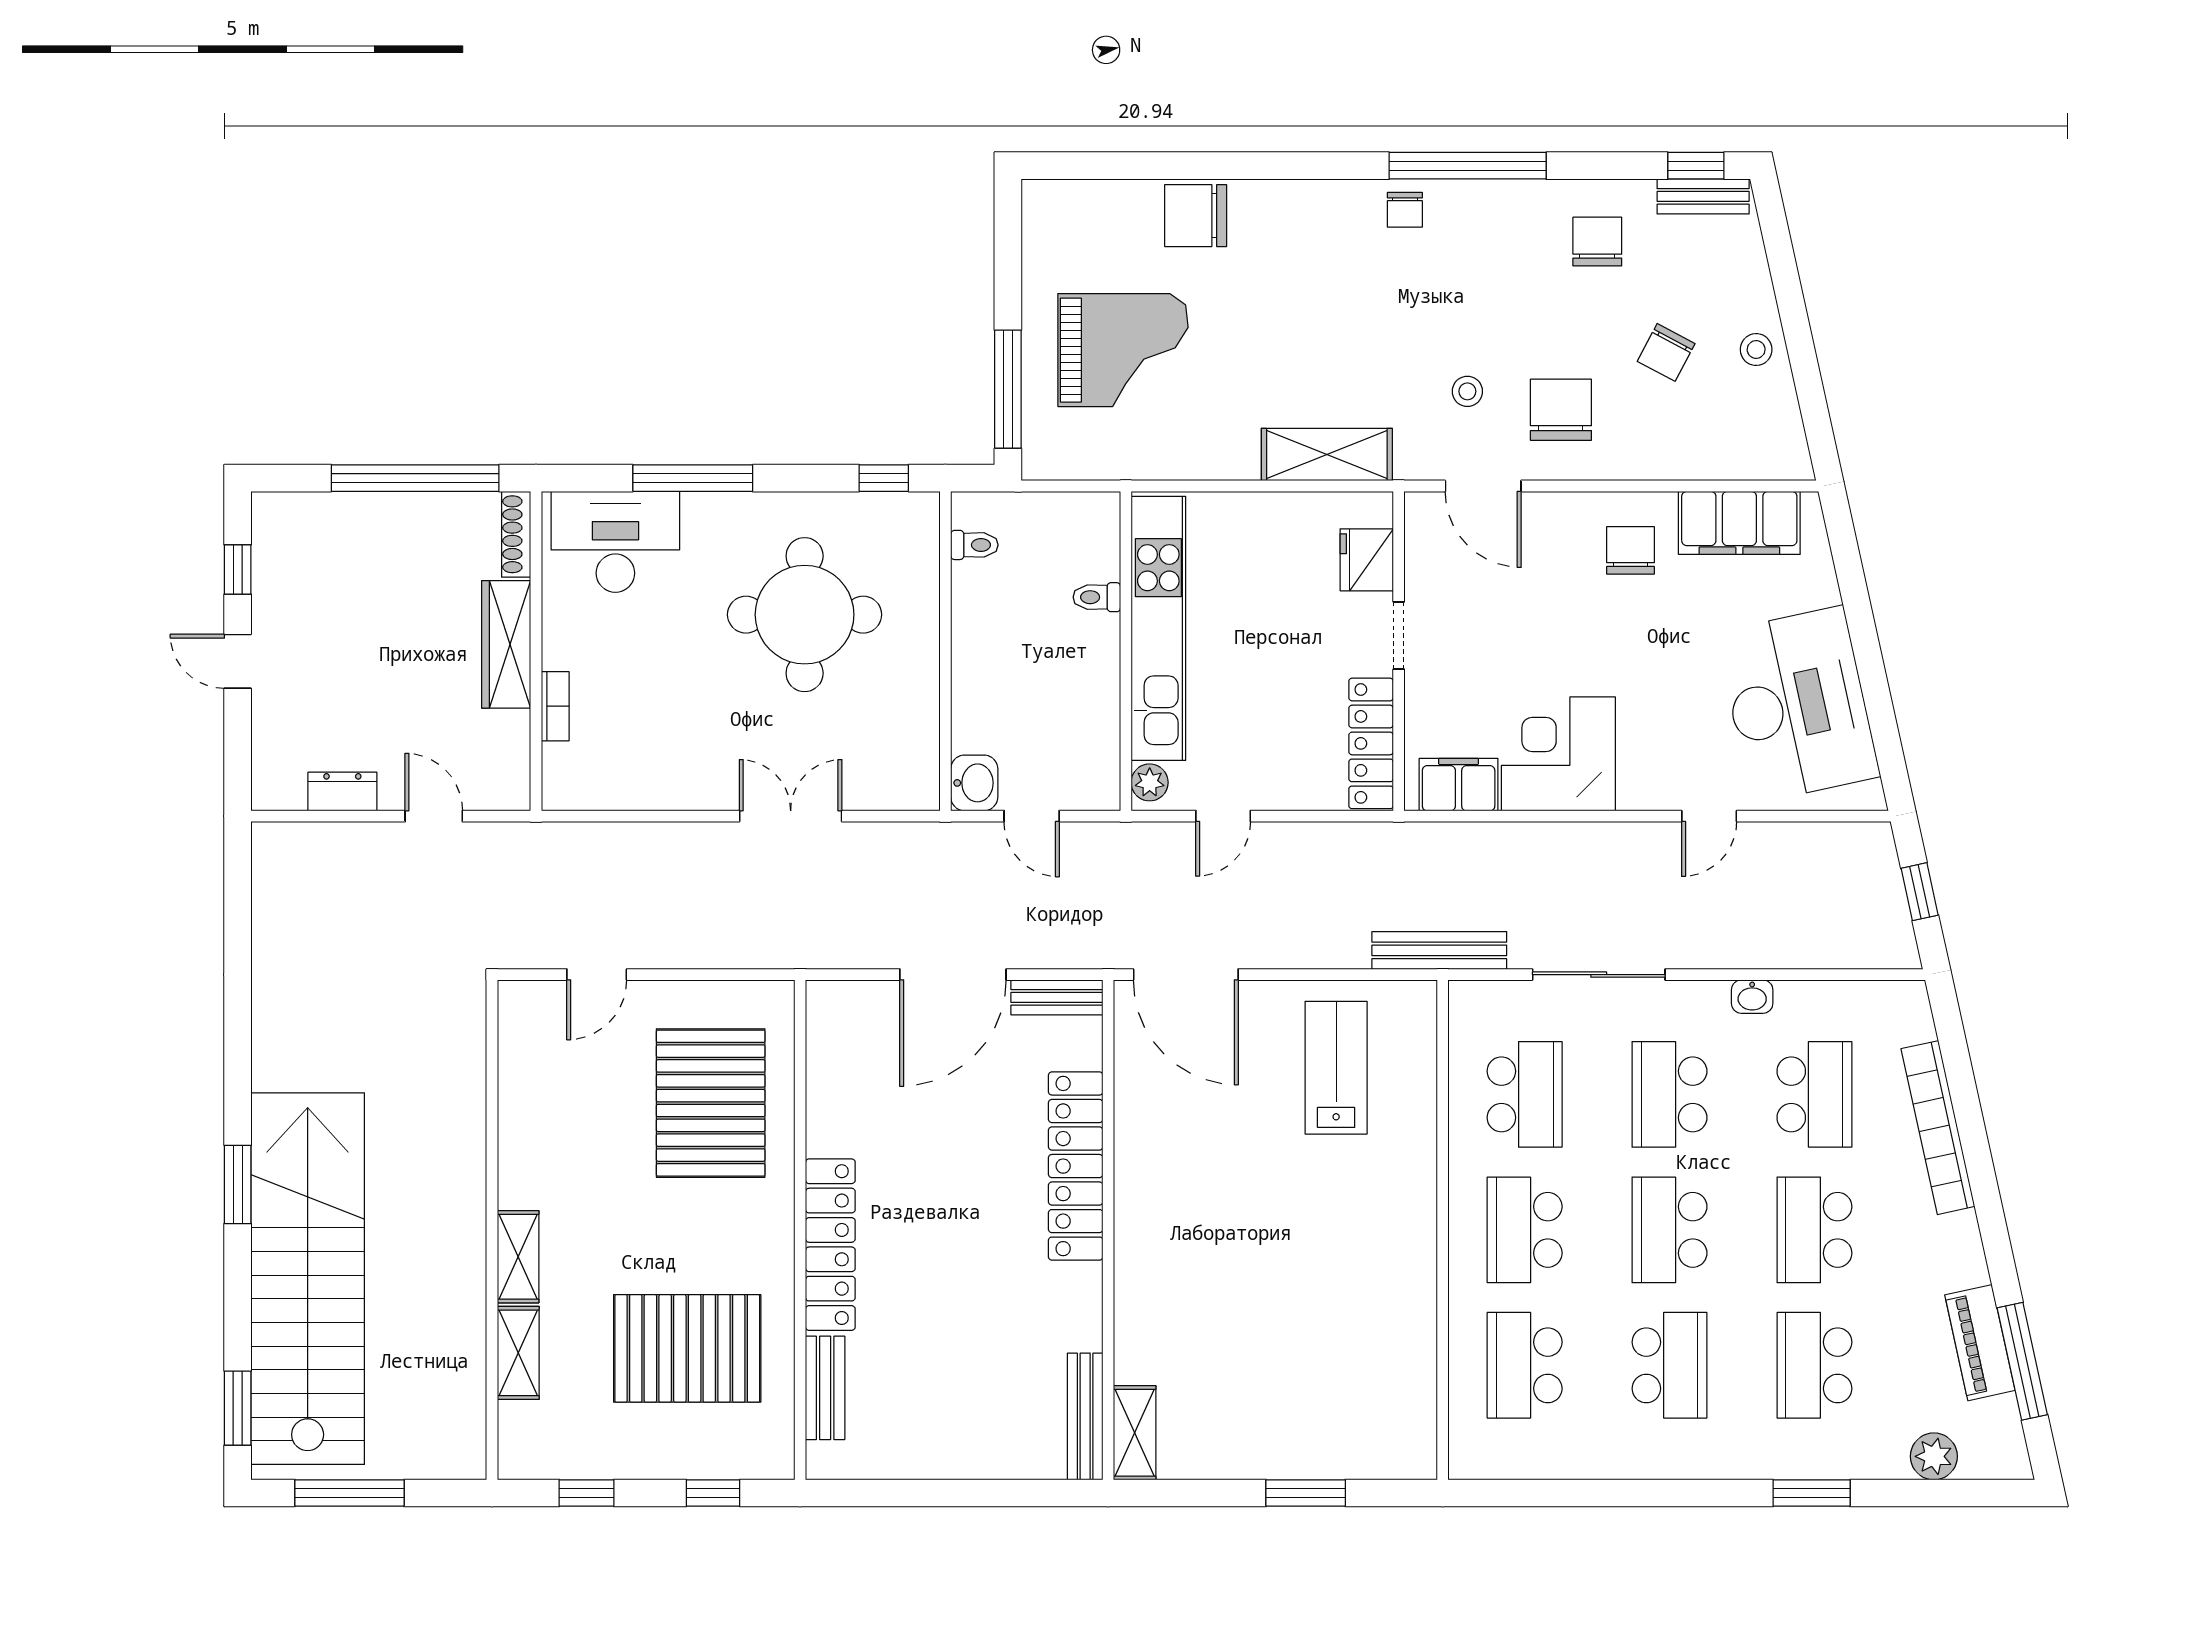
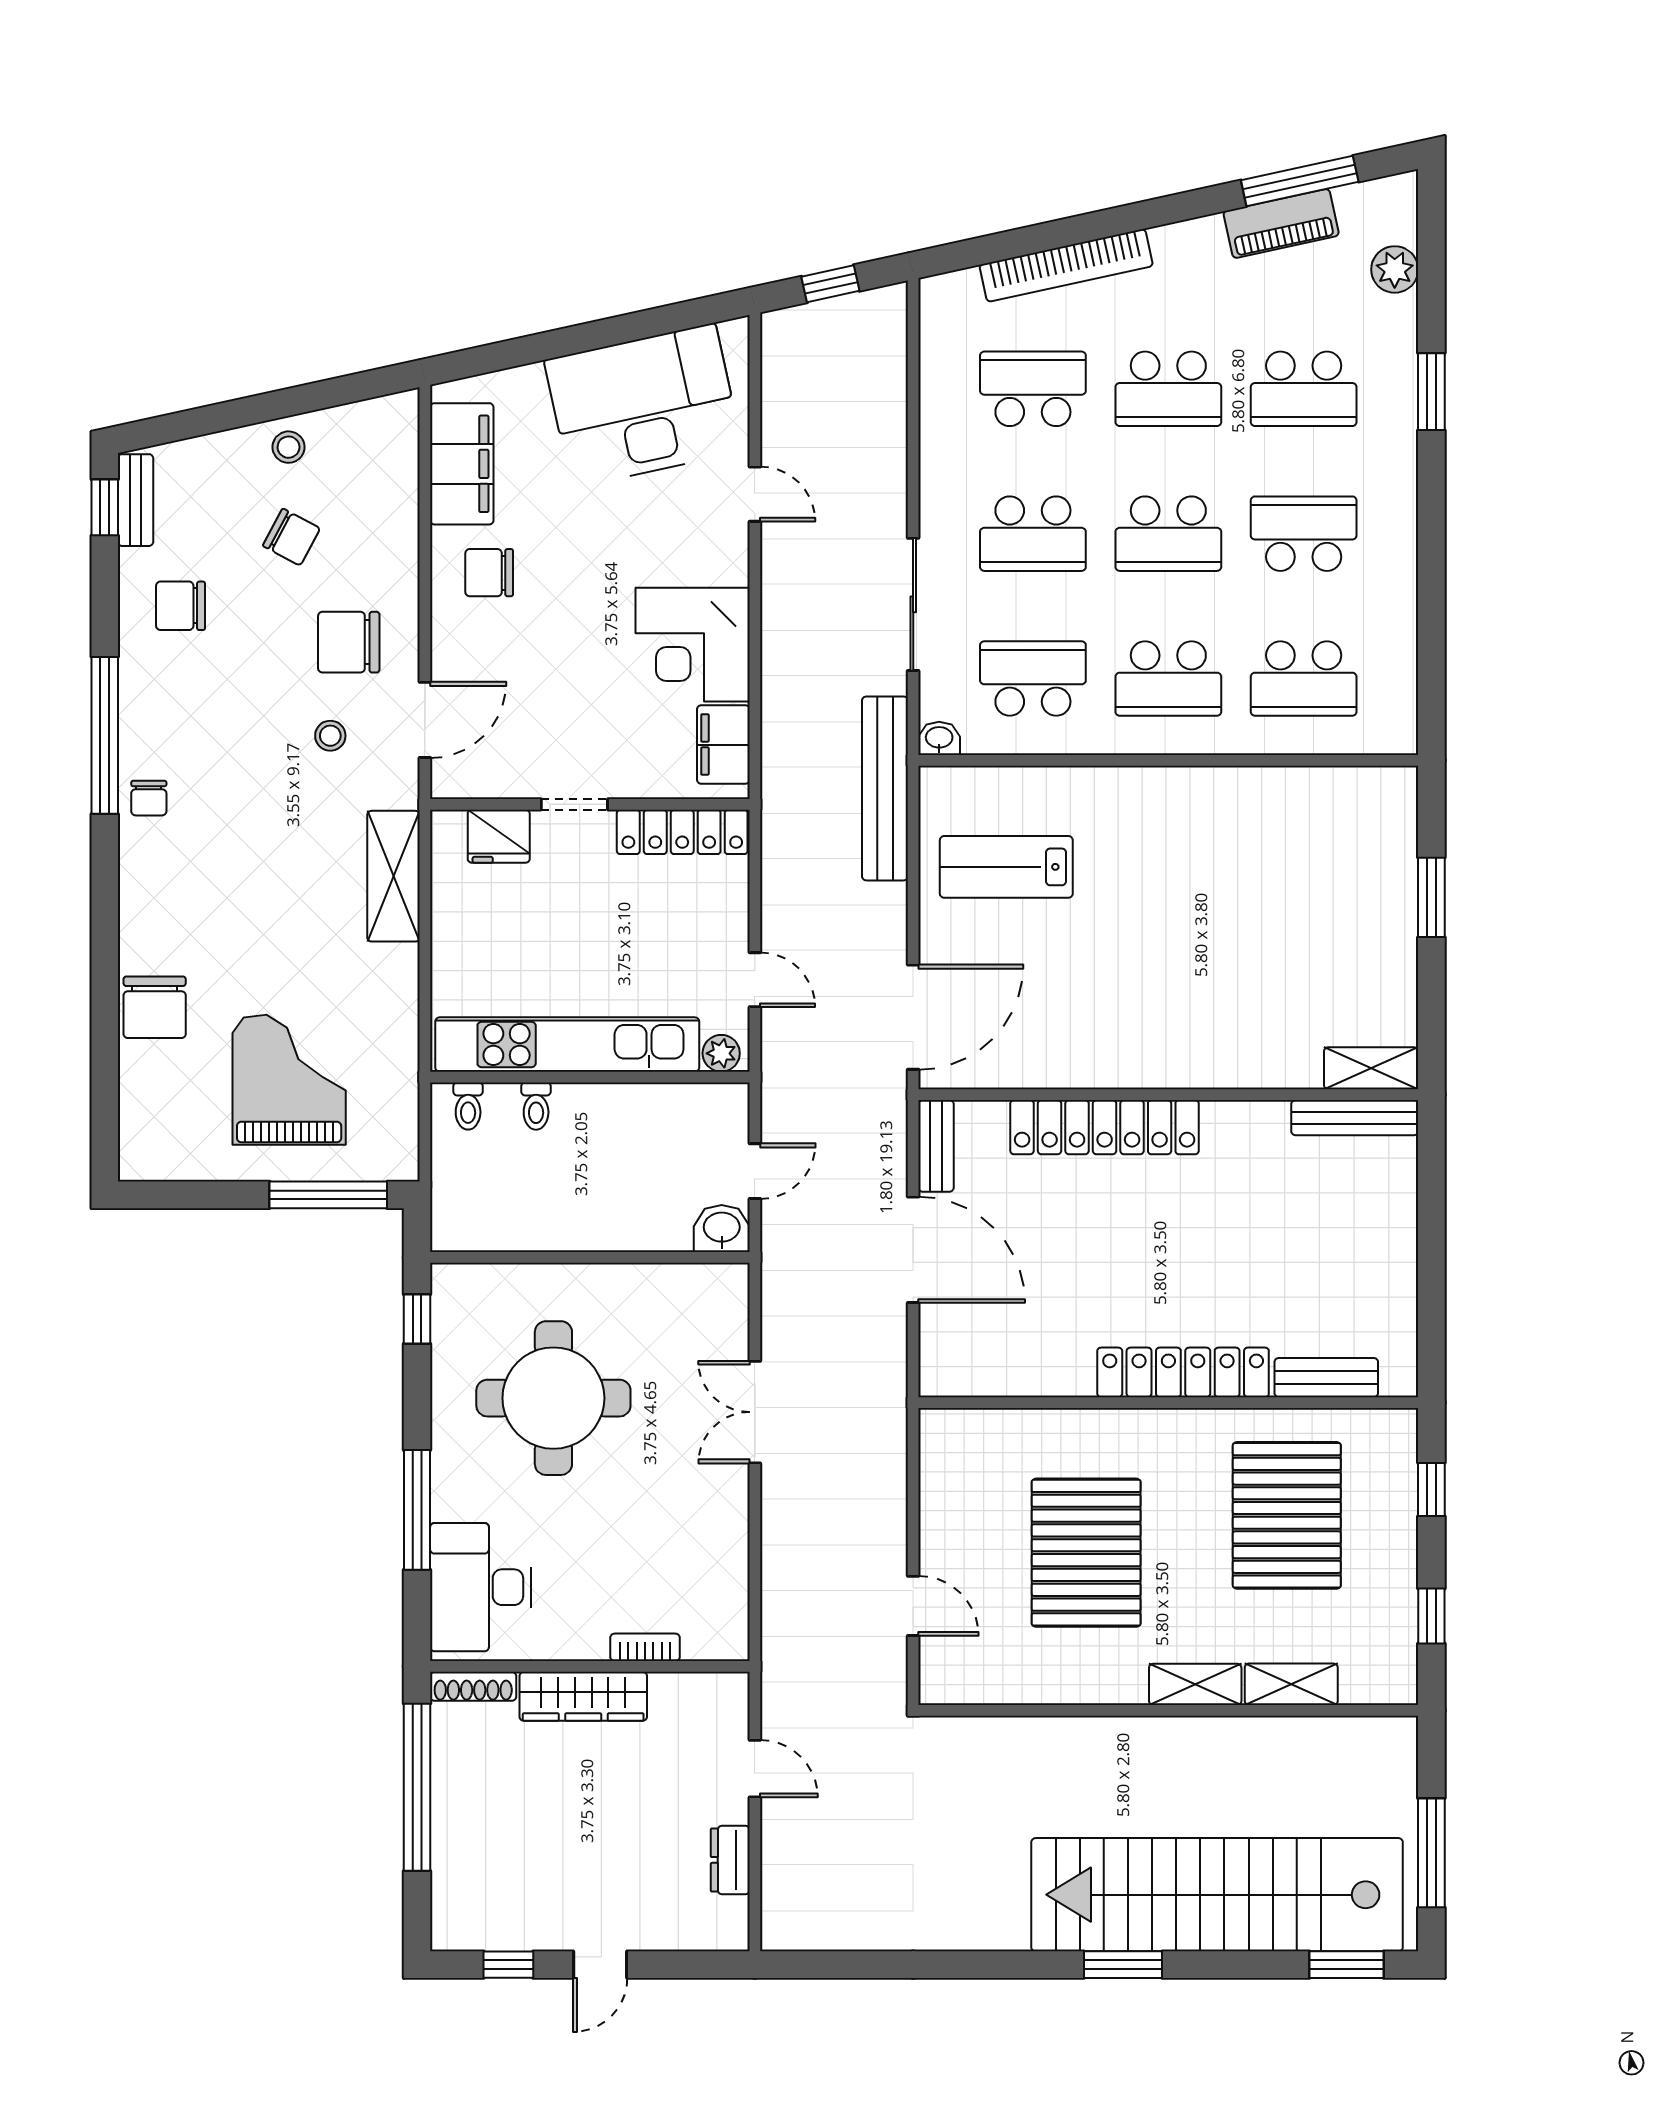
chair: (1405, 210) -> (149, 798), turned 90
toilet: (974, 545) -> (468, 1106), moved, turned 180
door: (434, 816) -> (755, 1769), swing flipped
bench: (1439, 950) -> (885, 788), width x1.37, depth x1.21
washbasin: (1752, 997) -> (939, 738), moved, turned -90
pallet: (711, 1103) -> (1086, 1553), moved, turned 90

